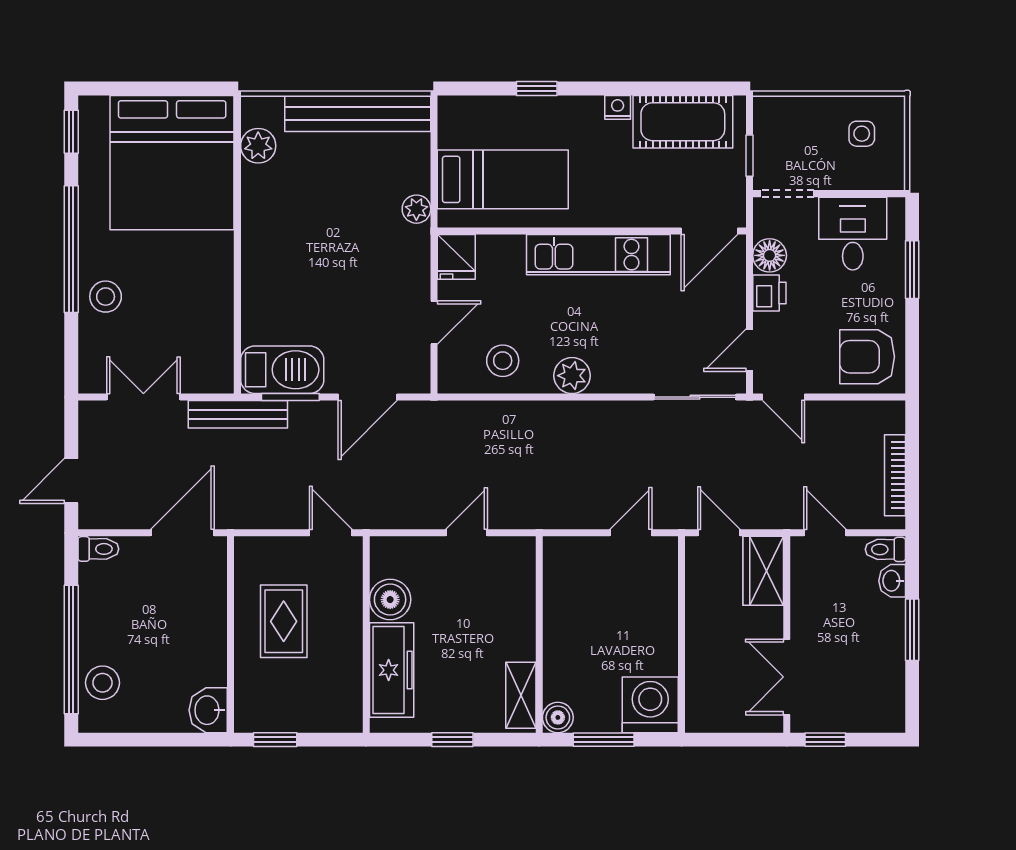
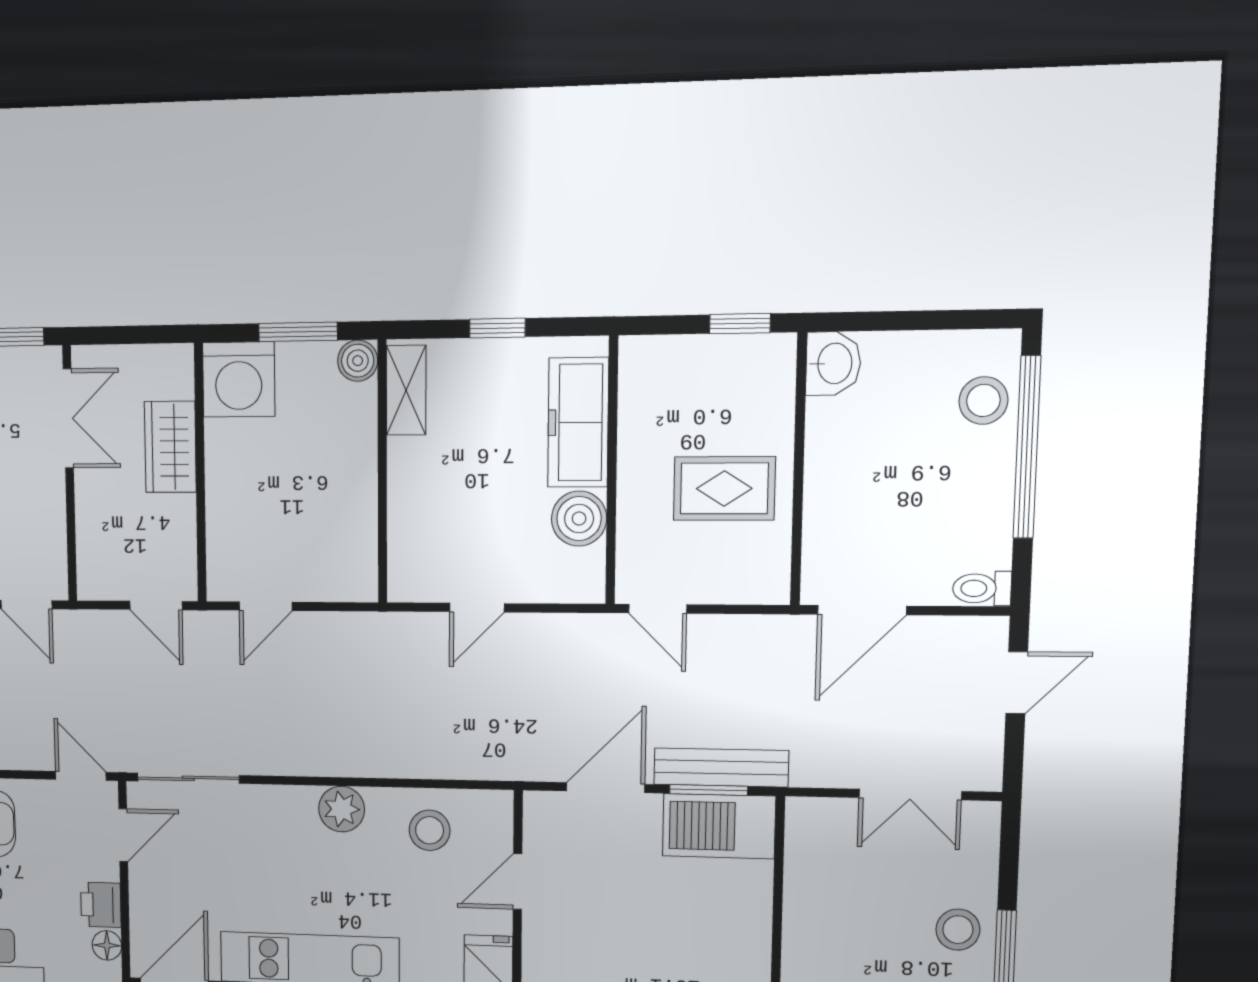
floor lamp: (770, 255) -> (107, 945), width x0.73, depth x0.73
bench: (238, 414) -> (721, 768), moved
wardrobe: (763, 571) -> (170, 447), moved, turned 180
rug: (284, 621) -> (724, 488), turned 90

